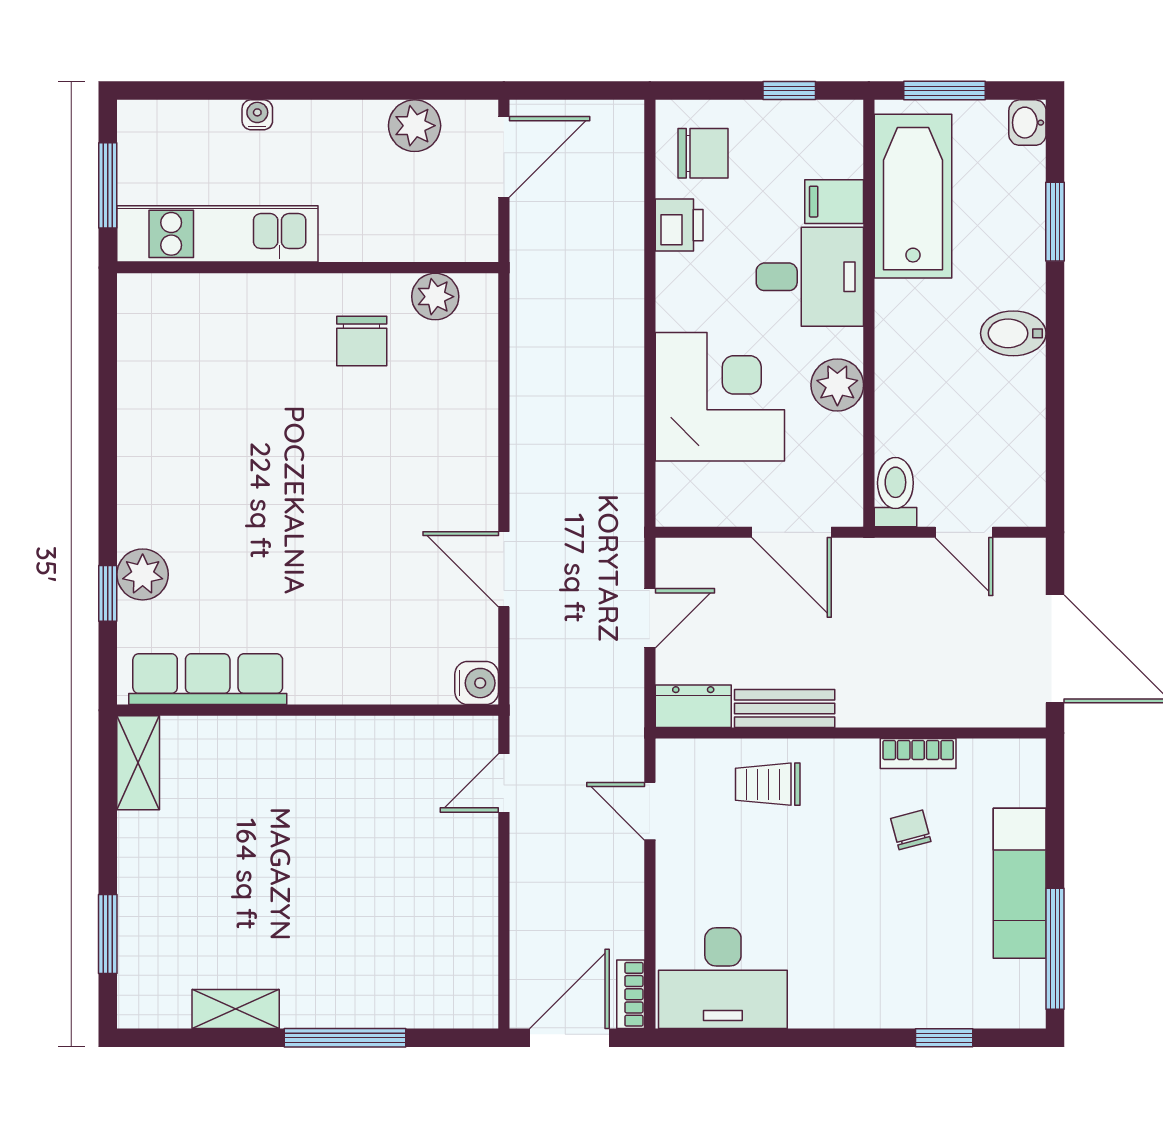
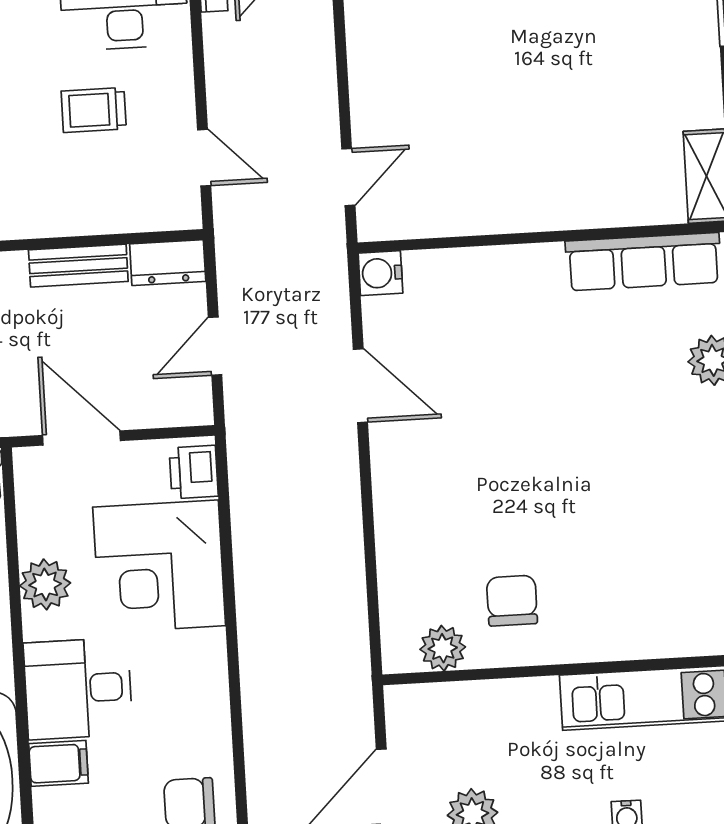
printer: (679, 225) -> (194, 472), moved
trolley: (768, 784) -> (94, 110), moved, turned 180

